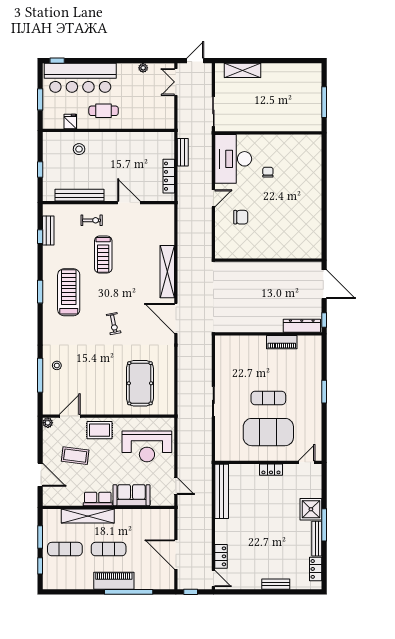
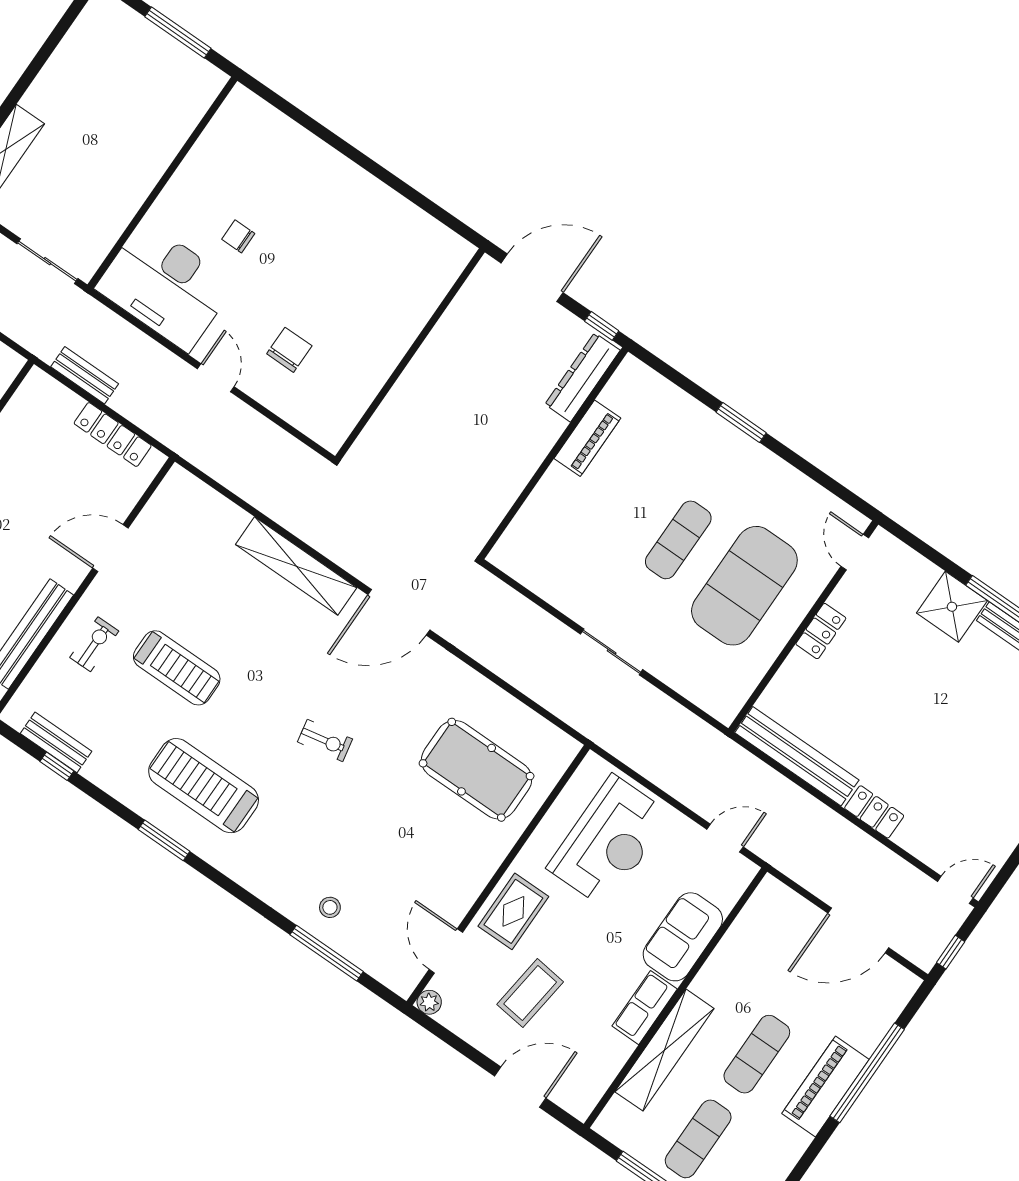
locker: (221, 556) -> (874, 812), moved

